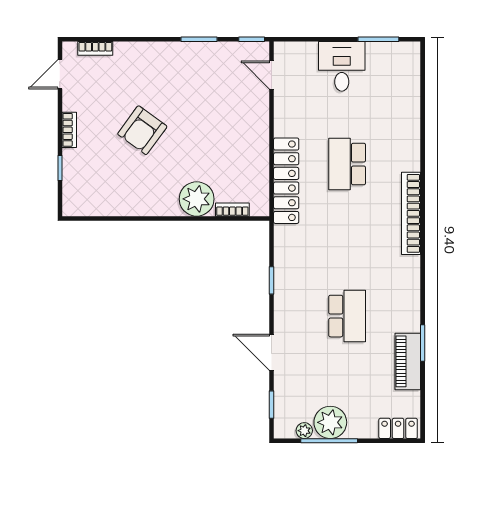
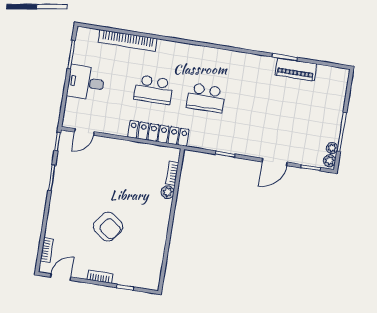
door: (60, 74) -> (61, 277), swing flipped
plant: (197, 199) -> (168, 192), width x0.53, depth x0.53
bookcase: (411, 213) -> (128, 40), moved
school desk: (347, 316) -> (206, 98), moved, turned 180
plant: (330, 422) -> (330, 161), moved, width x0.53, depth x0.53
locker: (398, 428) -> (341, 83), removed

